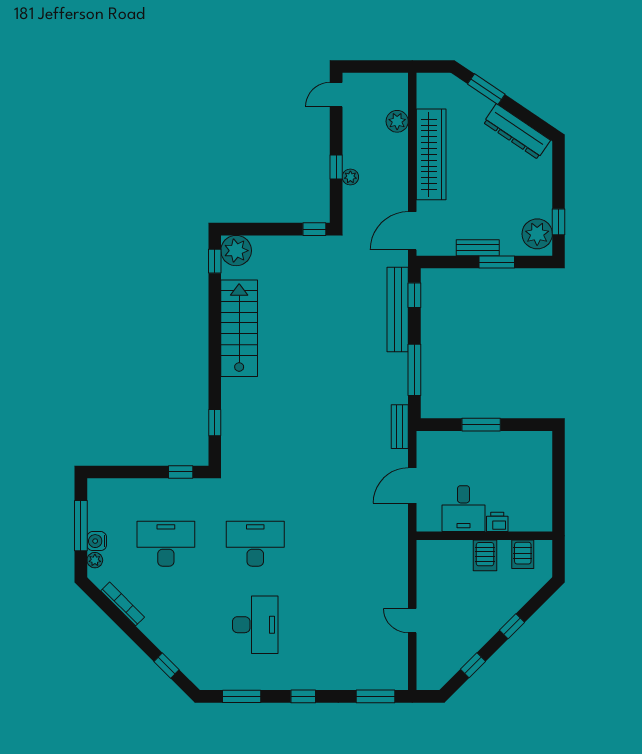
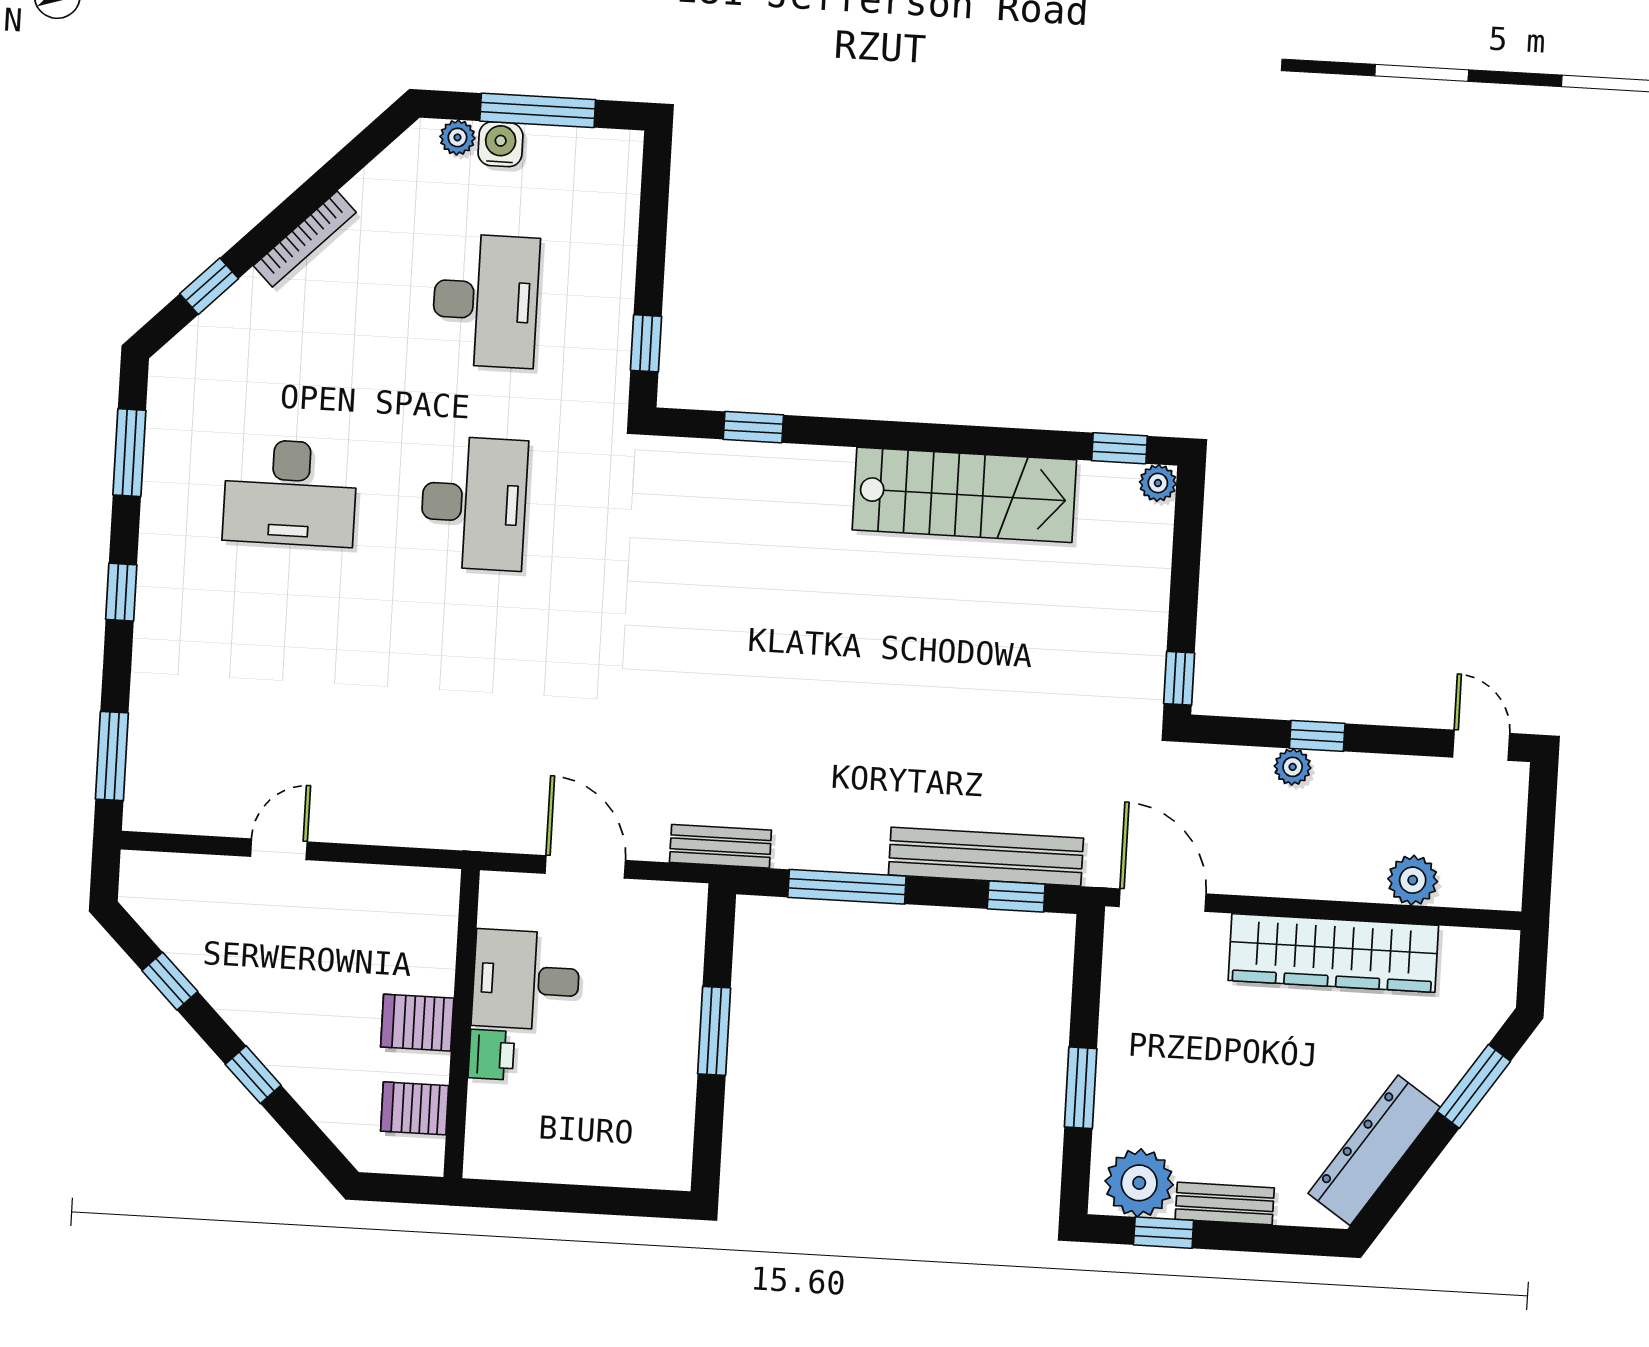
bench: (478, 248) -> (1225, 1204), moved, turned 90
plant: (236, 251) -> (1158, 483), width x0.53, depth x0.53
bookcase: (123, 604) -> (305, 239), moved

